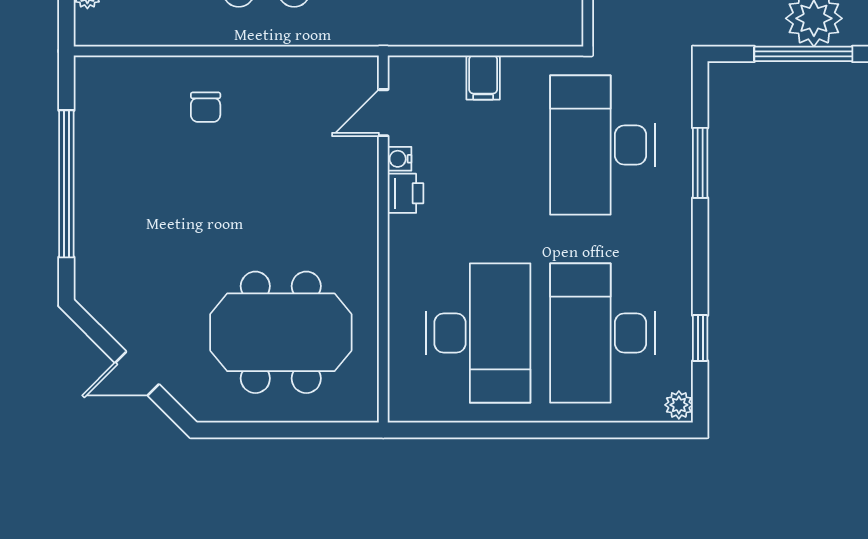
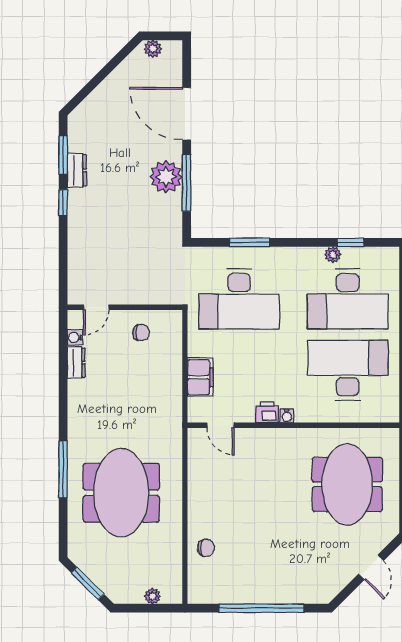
filing cabinet: (483, 78) -> (200, 377), width x2.00
chair: (206, 107) -> (206, 548), moved
water cooler: (400, 159) -> (287, 416), moved
plant: (679, 405) -> (333, 255), moved

